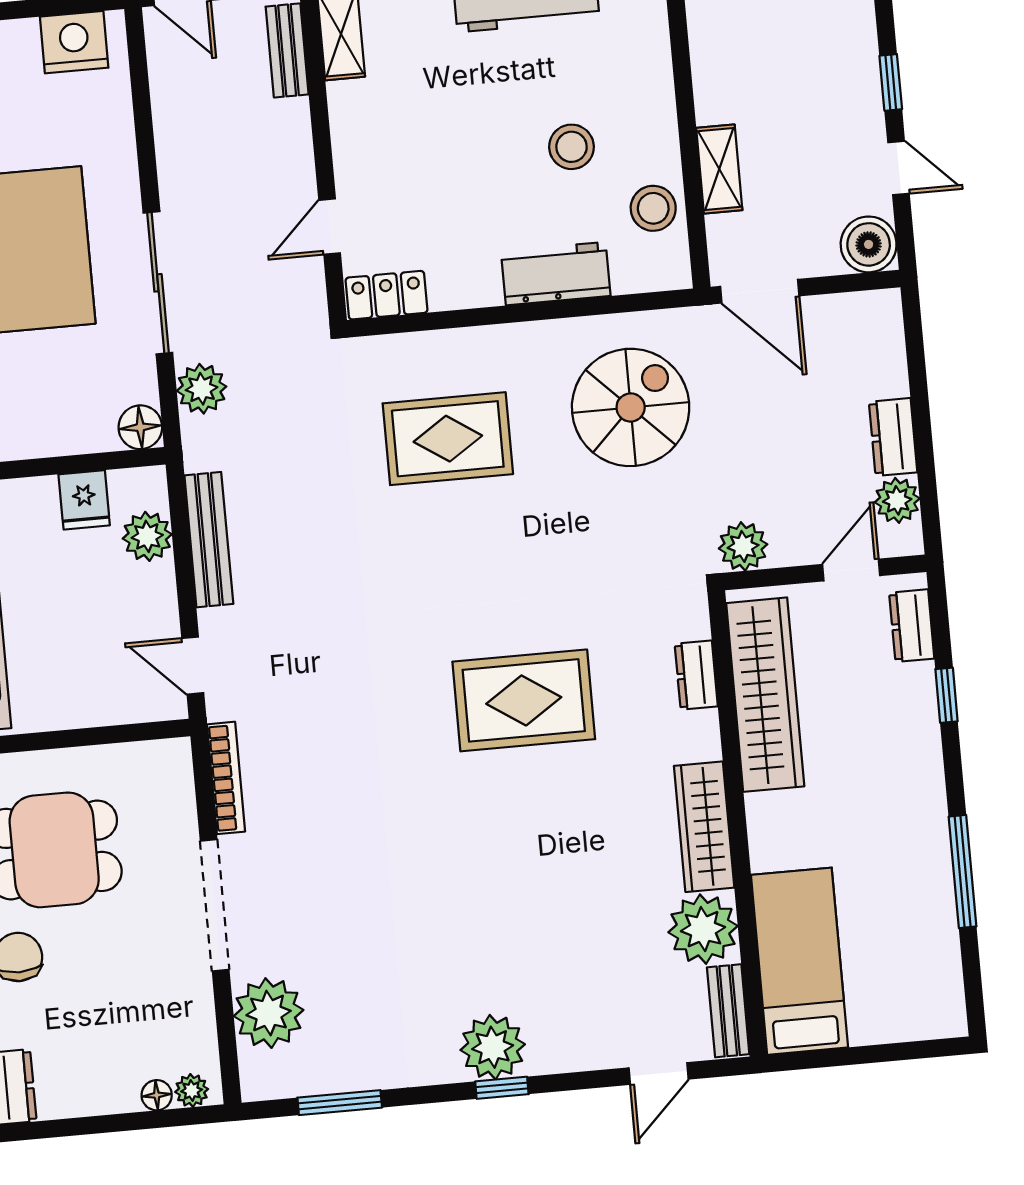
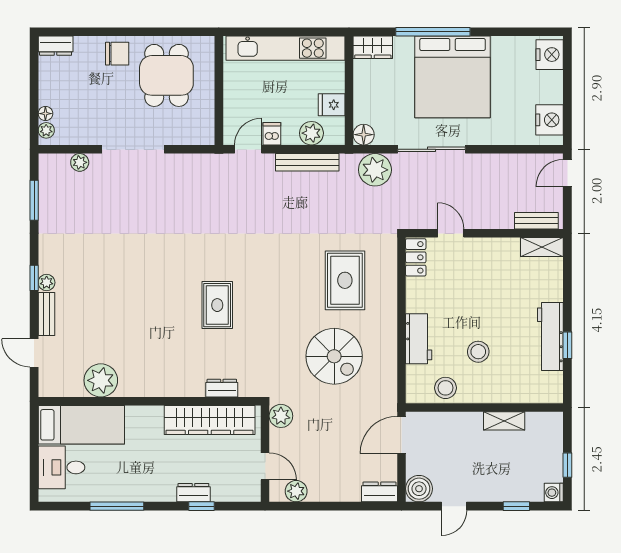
window: (891, 82) -> (516, 506), moved
shelving: (719, 169) -> (504, 421), moved
plant: (202, 389) -> (375, 170), width x1.36, depth x1.36
spiral stairs: (631, 407) -> (334, 356), moved
dresser: (893, 437) -> (379, 492), moved
dishwasher: (156, 619) -> (272, 134), added
dresser: (912, 626) -> (193, 493), moved
rug: (524, 700) -> (217, 305), width x0.73, depth x0.70
bookcase: (226, 778) -> (193, 160), removed
wardrobe: (704, 827) -> (149, 385), removed
desk: (892, 995) -> (61, 467), added
bench: (728, 1011) -> (47, 314), moved, turned 90
plant: (269, 1013) -> (80, 162), width x0.53, depth x0.53
plant: (493, 1047) -> (47, 283), width x0.53, depth x0.53

